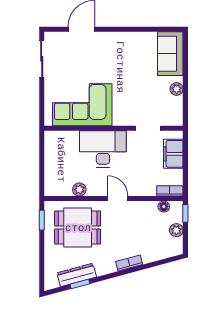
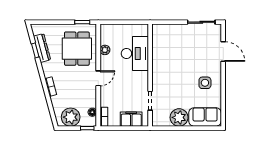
side table: (124, 54) -> (205, 83), added
plant: (177, 89) -> (179, 117), width x1.88, depth x1.88
corner sofa: (82, 105) -> (167, 52), removed
desk: (103, 149) -> (135, 54), moved
plant: (176, 230) -> (71, 117), width x1.88, depth x1.88

